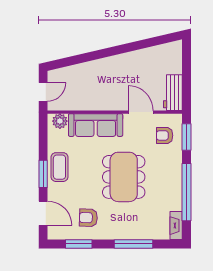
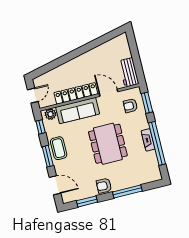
locker: (99, 103) -> (76, 93), added
window: (43, 134) -> (41, 127), added
armchair: (88, 218) -> (104, 186), moved
fireplace: (176, 226) -> (148, 140), moved

